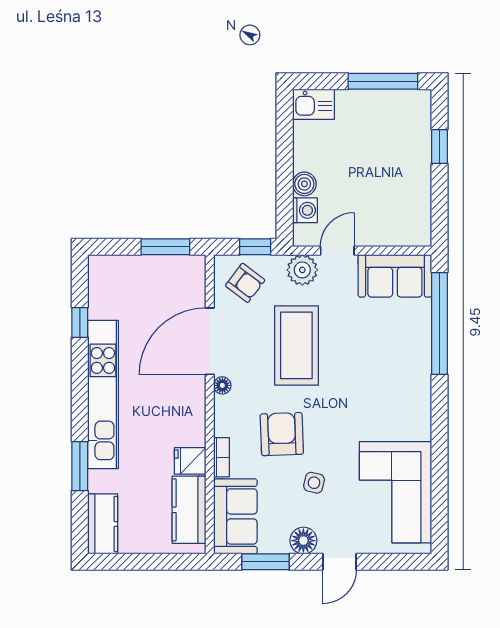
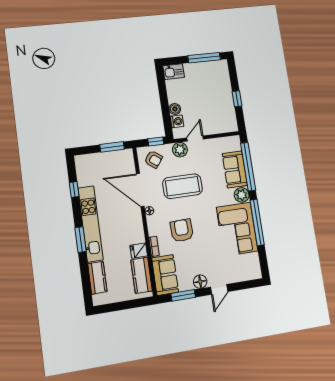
window: (440, 147) -> (237, 99), moved
sofa: (395, 276) -> (235, 169), moved, turned 90
door: (210, 341) -> (140, 190), hinge flipped
coffee table: (296, 345) -> (182, 186), turned 90
plant: (416, 380) -> (242, 195), added
window: (440, 441) -> (257, 222), added
window: (80, 466) -> (81, 239), moved
side table: (314, 483) -> (201, 252), removed
corner sofa: (396, 492) -> (237, 229), moved
kitchen counter: (103, 524) -> (97, 278), moved

